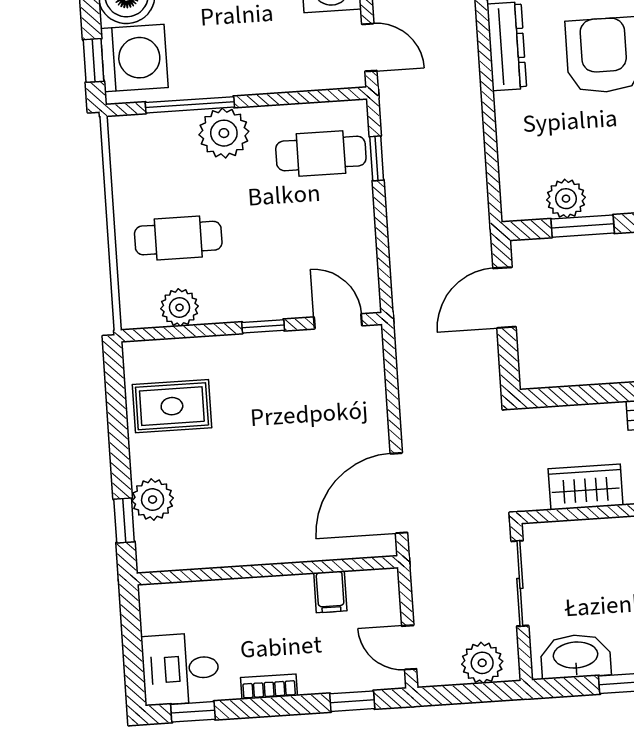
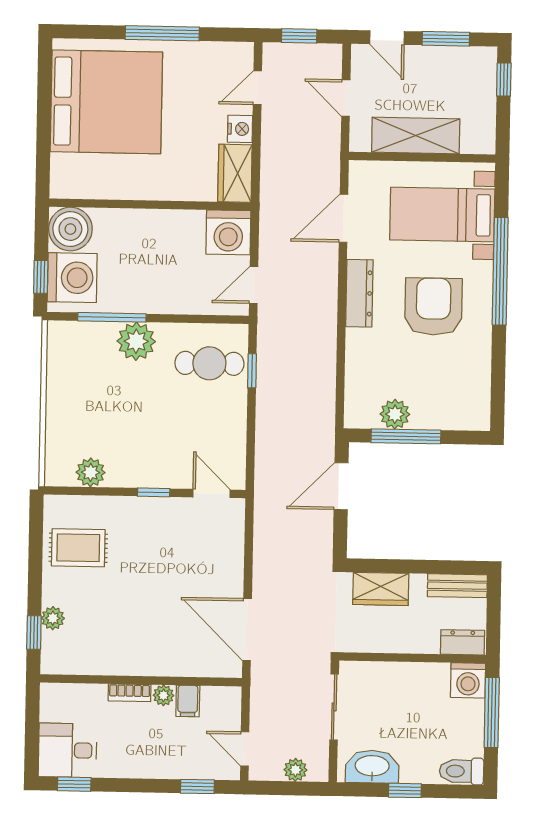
door: (369, 47) -> (254, 285), swing flipped
window: (583, 226) -> (406, 436), width x1.44
cafe table: (178, 238) -> (94, 419), removed
wardrobe: (586, 487) -> (381, 589), moved, turned 180
door: (399, 493) -> (247, 630), hinge flipped
plant: (153, 500) -> (53, 618), width x0.73, depth x0.73
plant: (298, 587) -> (163, 695), added
plant: (482, 663) -> (295, 770), width x0.73, depth x0.73
bookcase: (269, 687) -> (130, 693), moved, turned 180

